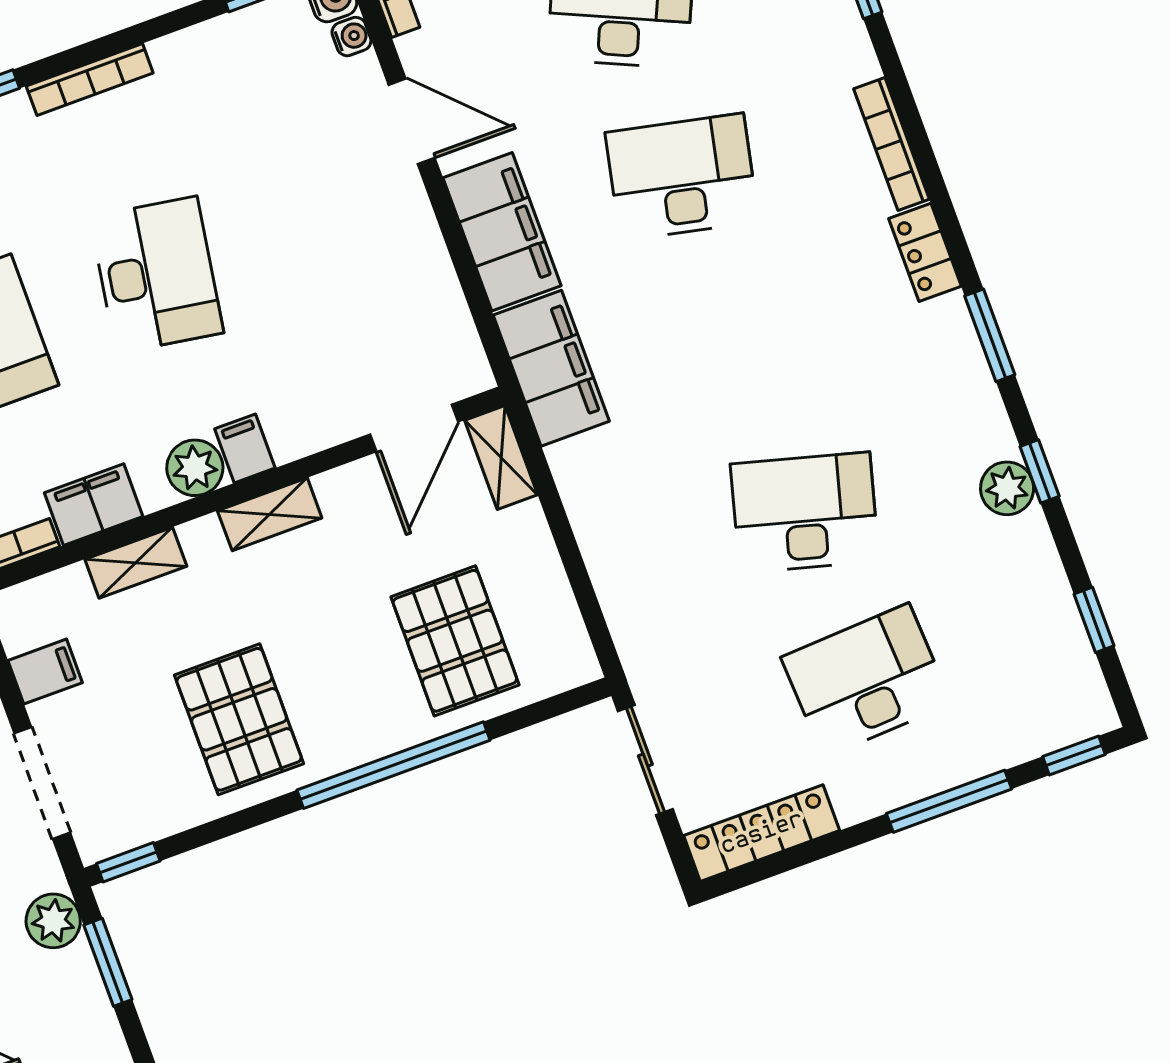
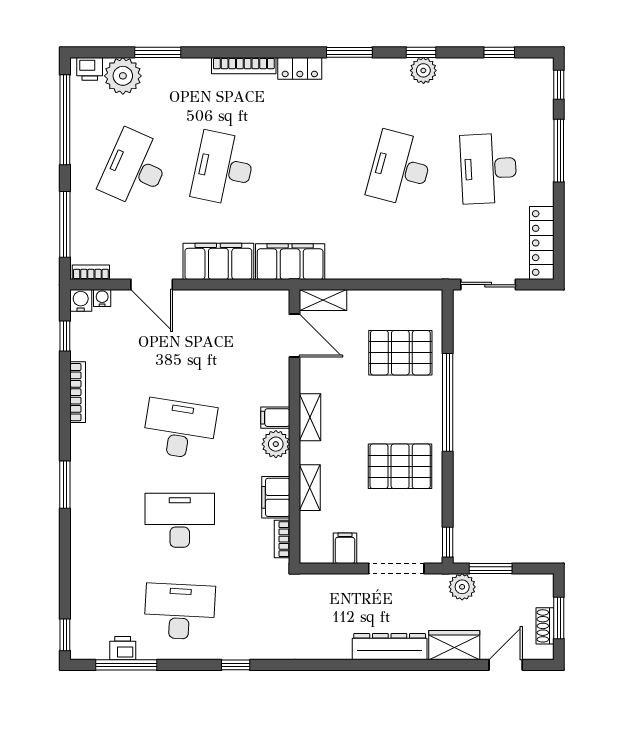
bookcase: (90, 80) -> (78, 392), moved
door: (412, 121) -> (152, 285), swing flipped

